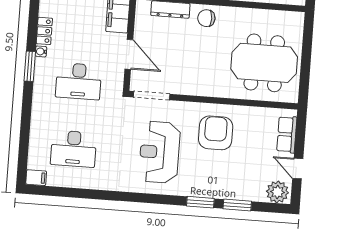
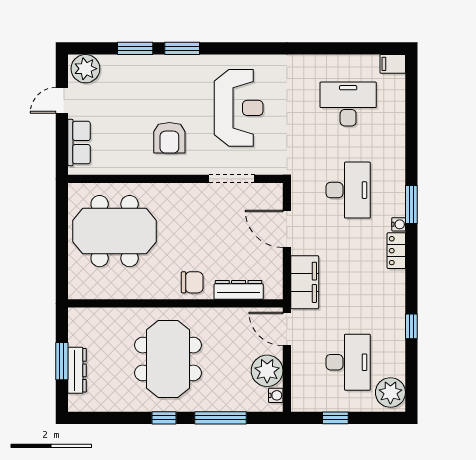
desk: (79, 81) -> (348, 190), turned 90
doorway: (152, 96) -> (232, 179), moved
armchair: (216, 133) -> (169, 138), width x0.73, depth x0.73
door: (298, 169) -> (62, 100), swing flipped

